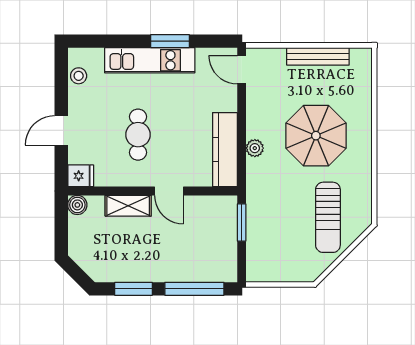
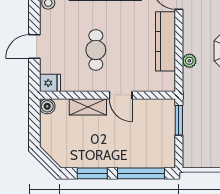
kitchen counter: (225, 150) -> (165, 41), moved

